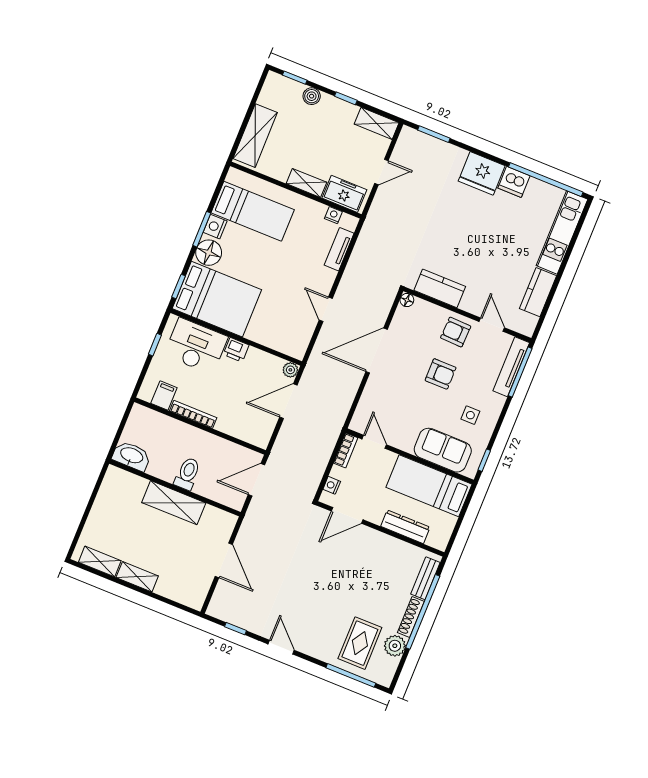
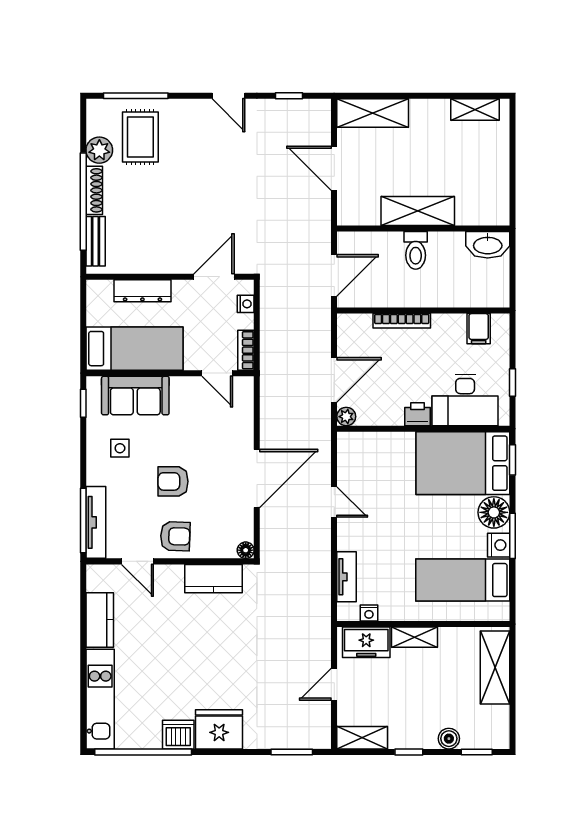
bookcase: (193, 414) -> (402, 321), moved
shelving: (137, 577) -> (373, 113), moved, width x1.50, depth x1.33

